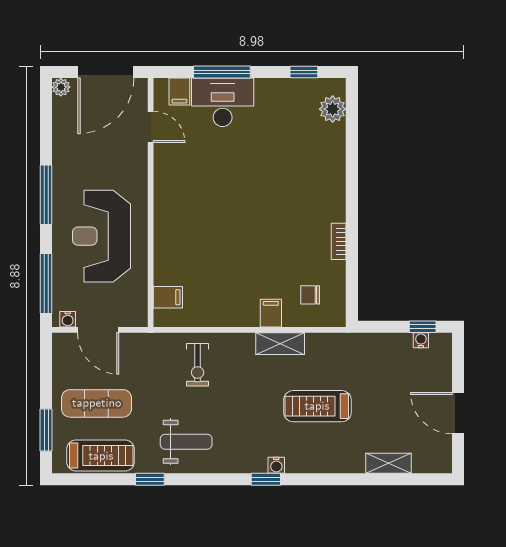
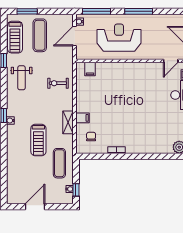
exercise mat: (366, 362) -> (59, 163), added
treadmill: (317, 406) -> (38, 140), turned 180
shelving: (389, 463) -> (11, 174), removed

